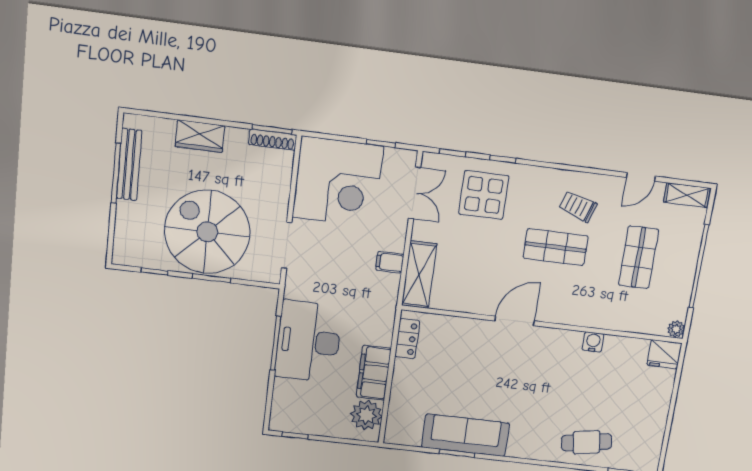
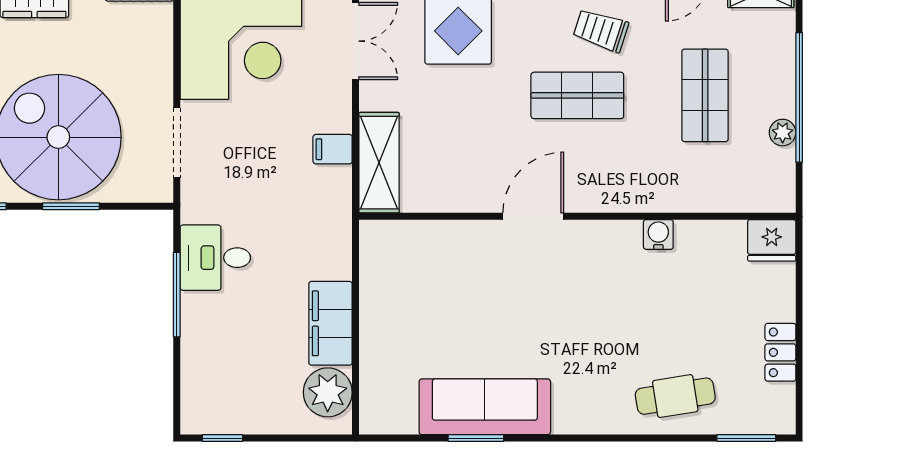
plant: (676, 329) -> (783, 133), moved
locker: (407, 339) -> (780, 352), moved, turned 180
desk: (308, 341) -> (215, 258), width x0.53, depth x0.77

